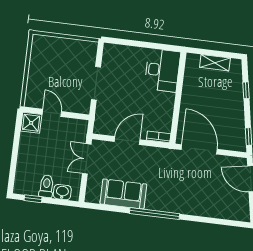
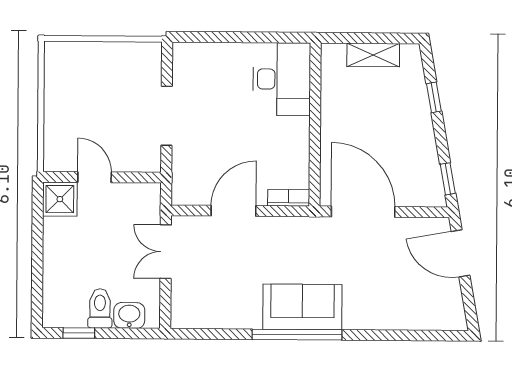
sofa: (123, 194) -> (302, 307), moved

